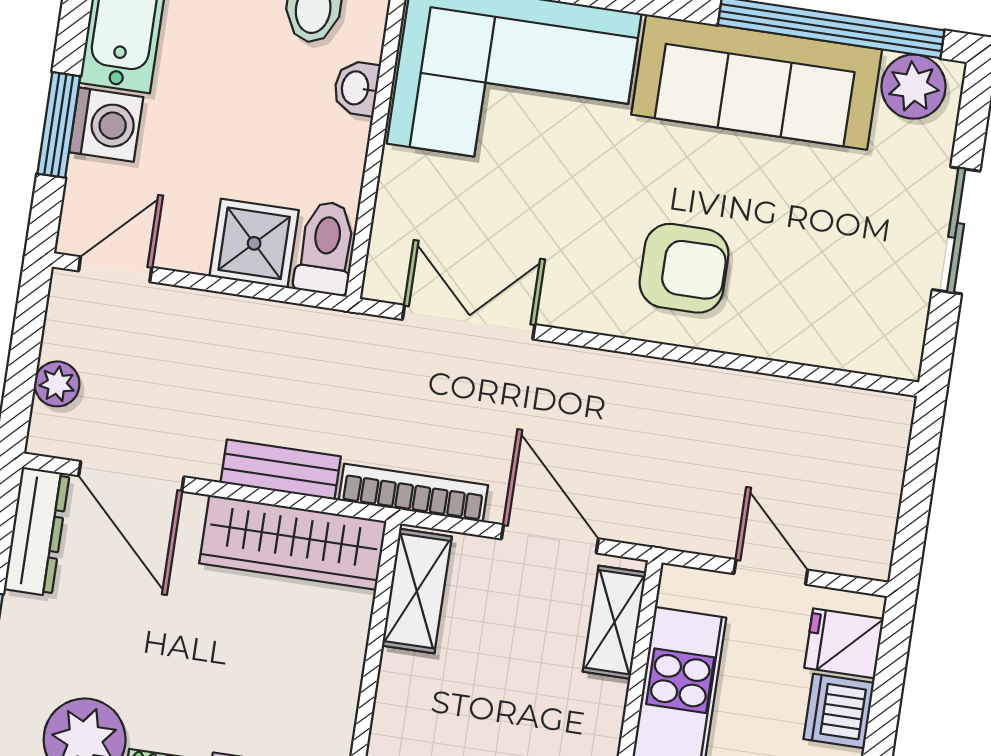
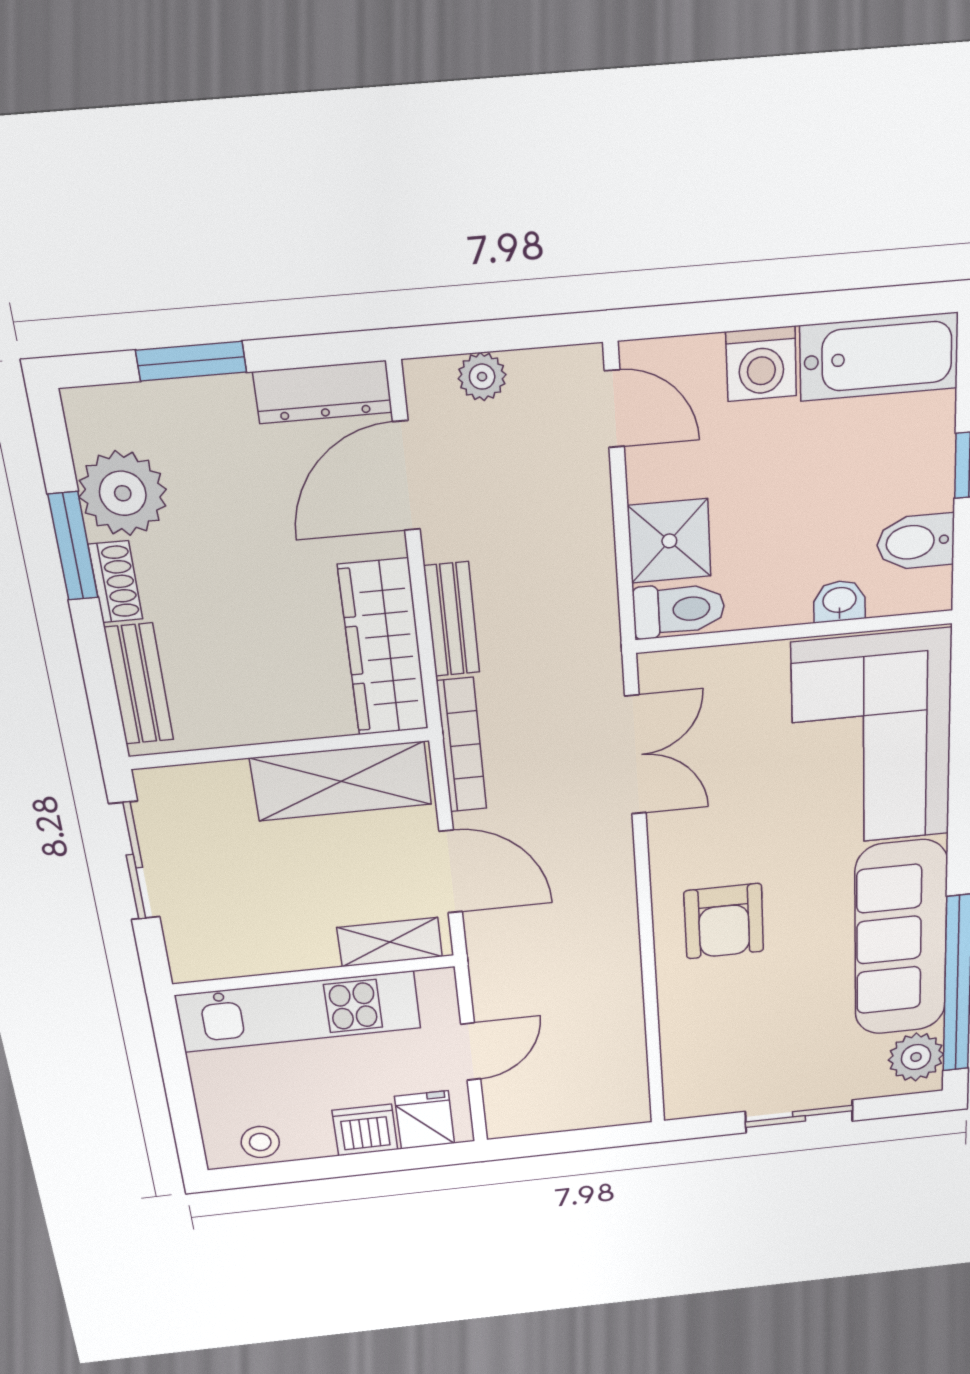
window: (59, 125) -> (752, 314), removed
door: (550, 539) -> (451, 872), hinge flipped
shelving: (417, 591) -> (341, 781), width x1.50, depth x1.33

